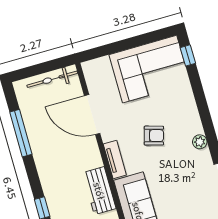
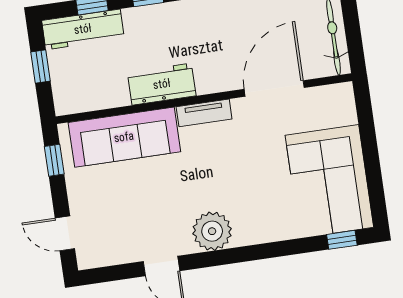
armchair: (154, 136) -> (231, 174), removed
plant: (200, 142) -> (212, 231), width x1.87, depth x1.87

